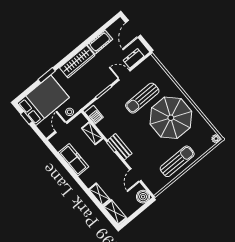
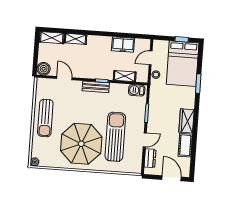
wardrobe: (77, 62) -> (187, 121), width x0.67
sun lounger: (142, 98) -> (115, 137), width x1.36, depth x1.34
door: (61, 127) -> (151, 58), swing flipped
freezer: (74, 160) -> (123, 45), width x0.71

